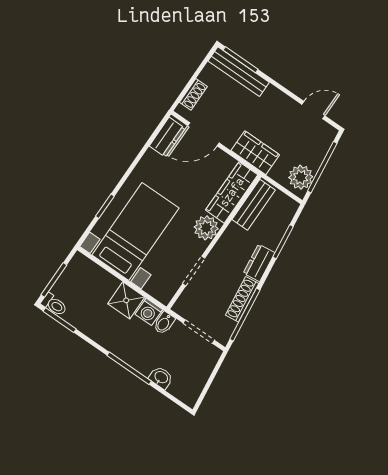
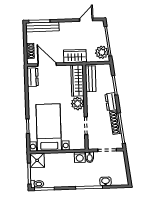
door: (203, 134) -> (47, 65), swing flipped
shower: (126, 300) -> (37, 160), moved

